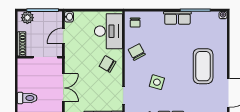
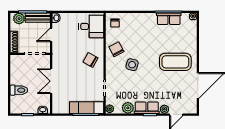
bench: (48, 17) -> (38, 18), added
row of seats: (177, 18) -> (169, 19), moved
desk: (108, 31) -> (91, 26), width x0.73
coffee table: (203, 66) -> (175, 62), turned 90
side table: (157, 82) -> (132, 65), moved
double door: (63, 88) -> (51, 81), swing flipped

